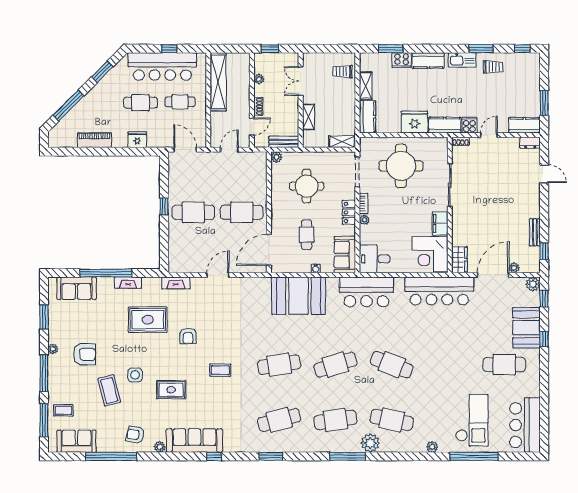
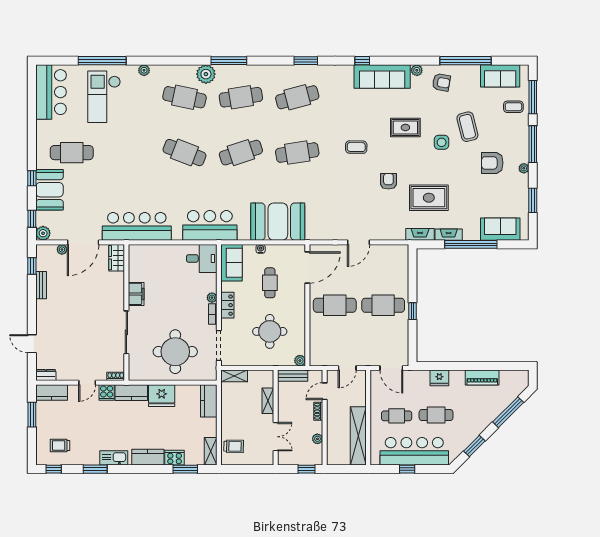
trolley: (493, 67) -> (60, 445), moved
shelving: (366, 86) -> (211, 451), moved
corner desk: (430, 254) -> (146, 263), removed
fireplace: (176, 283) -> (420, 234), moved

